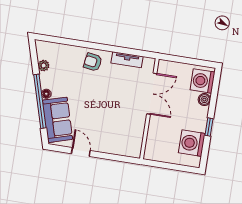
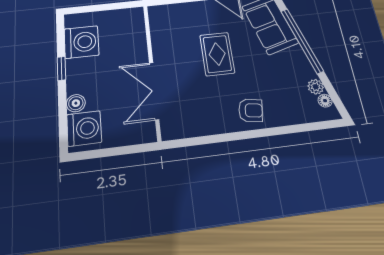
tv unit: (127, 60) -> (203, 127), removed
floor lamp: (46, 94) -> (325, 101), moved
rug: (102, 108) -> (217, 54), added

